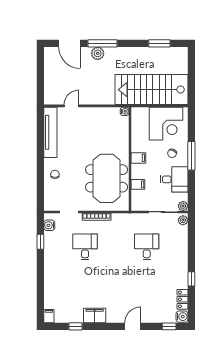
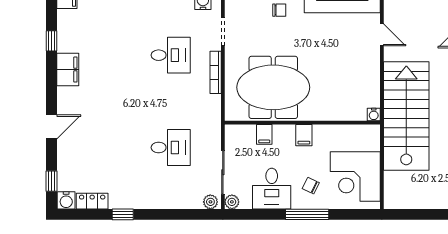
stairs: (151, 90) -> (406, 116), moved
door: (133, 326) -> (52, 127), hinge flipped

